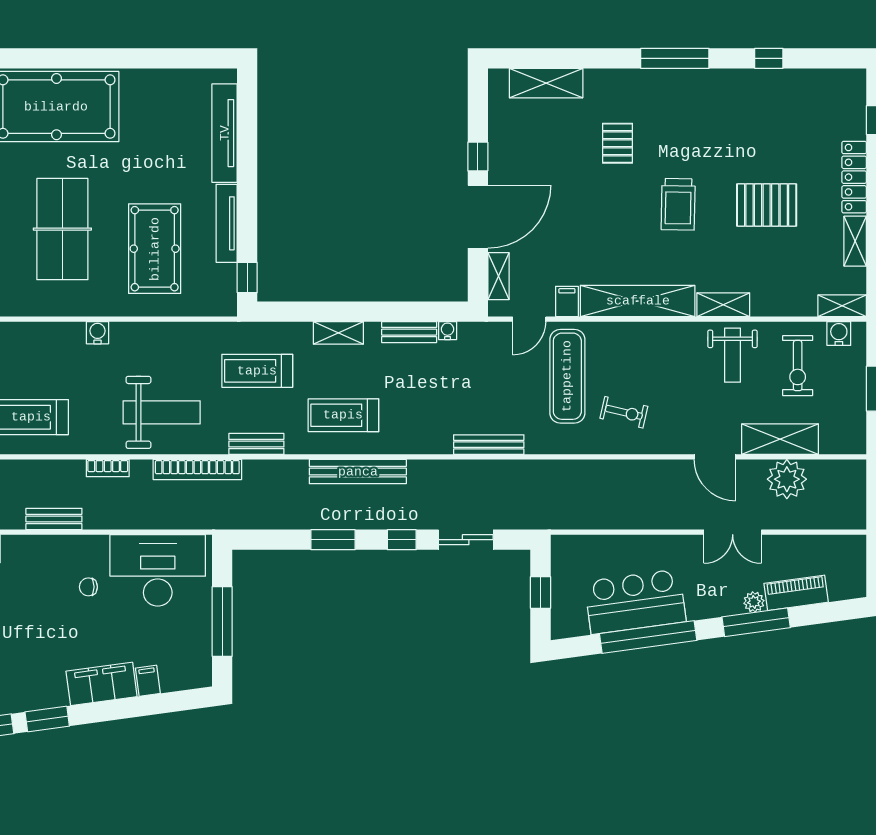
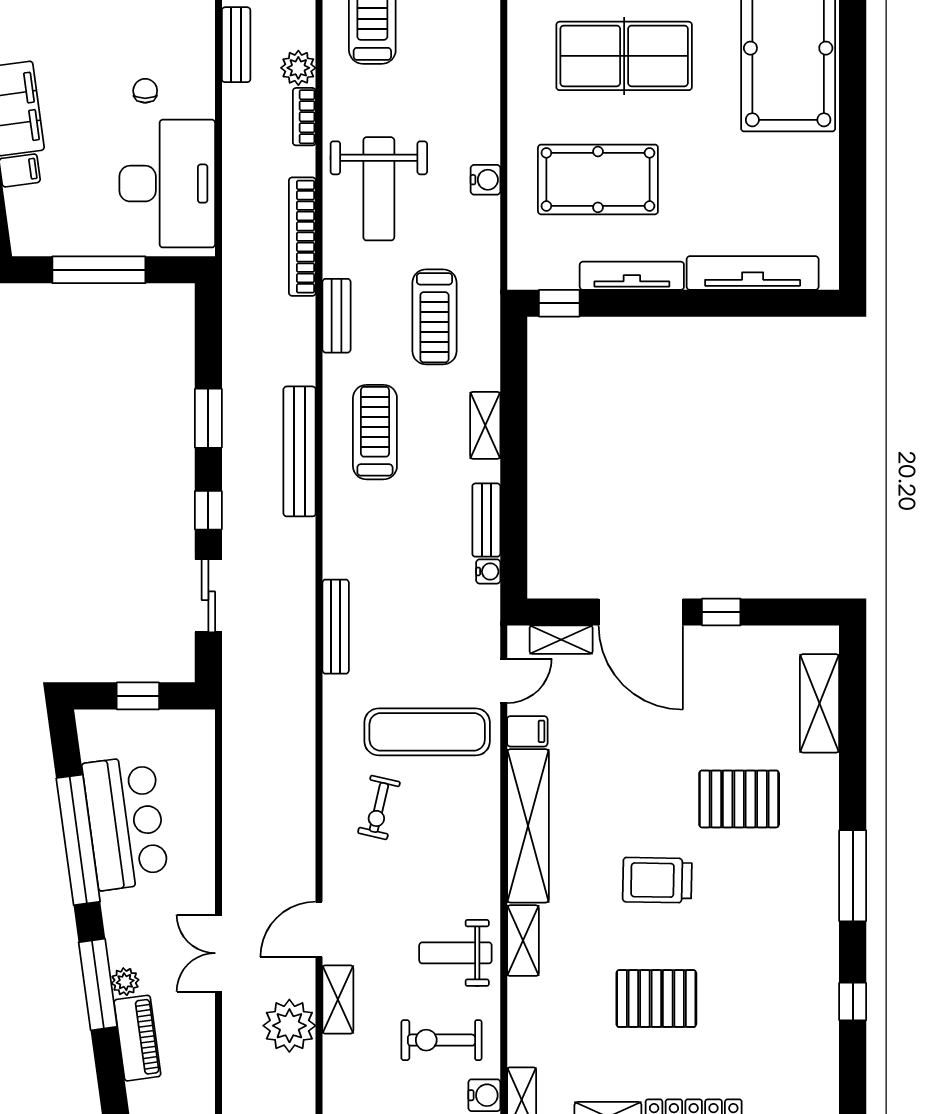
pallet: (617, 143) -> (739, 799), width x1.50, depth x1.42
pallet: (767, 205) -> (656, 999), turned 90
door: (529, 319) -> (504, 681), swing flipped
water cooler: (97, 333) -> (485, 180), moved
treadmill: (257, 371) -> (434, 317), turned 180
shelving: (780, 439) -> (338, 999), width x0.67, depth x0.75
plant: (71, 473) -> (298, 68), added

